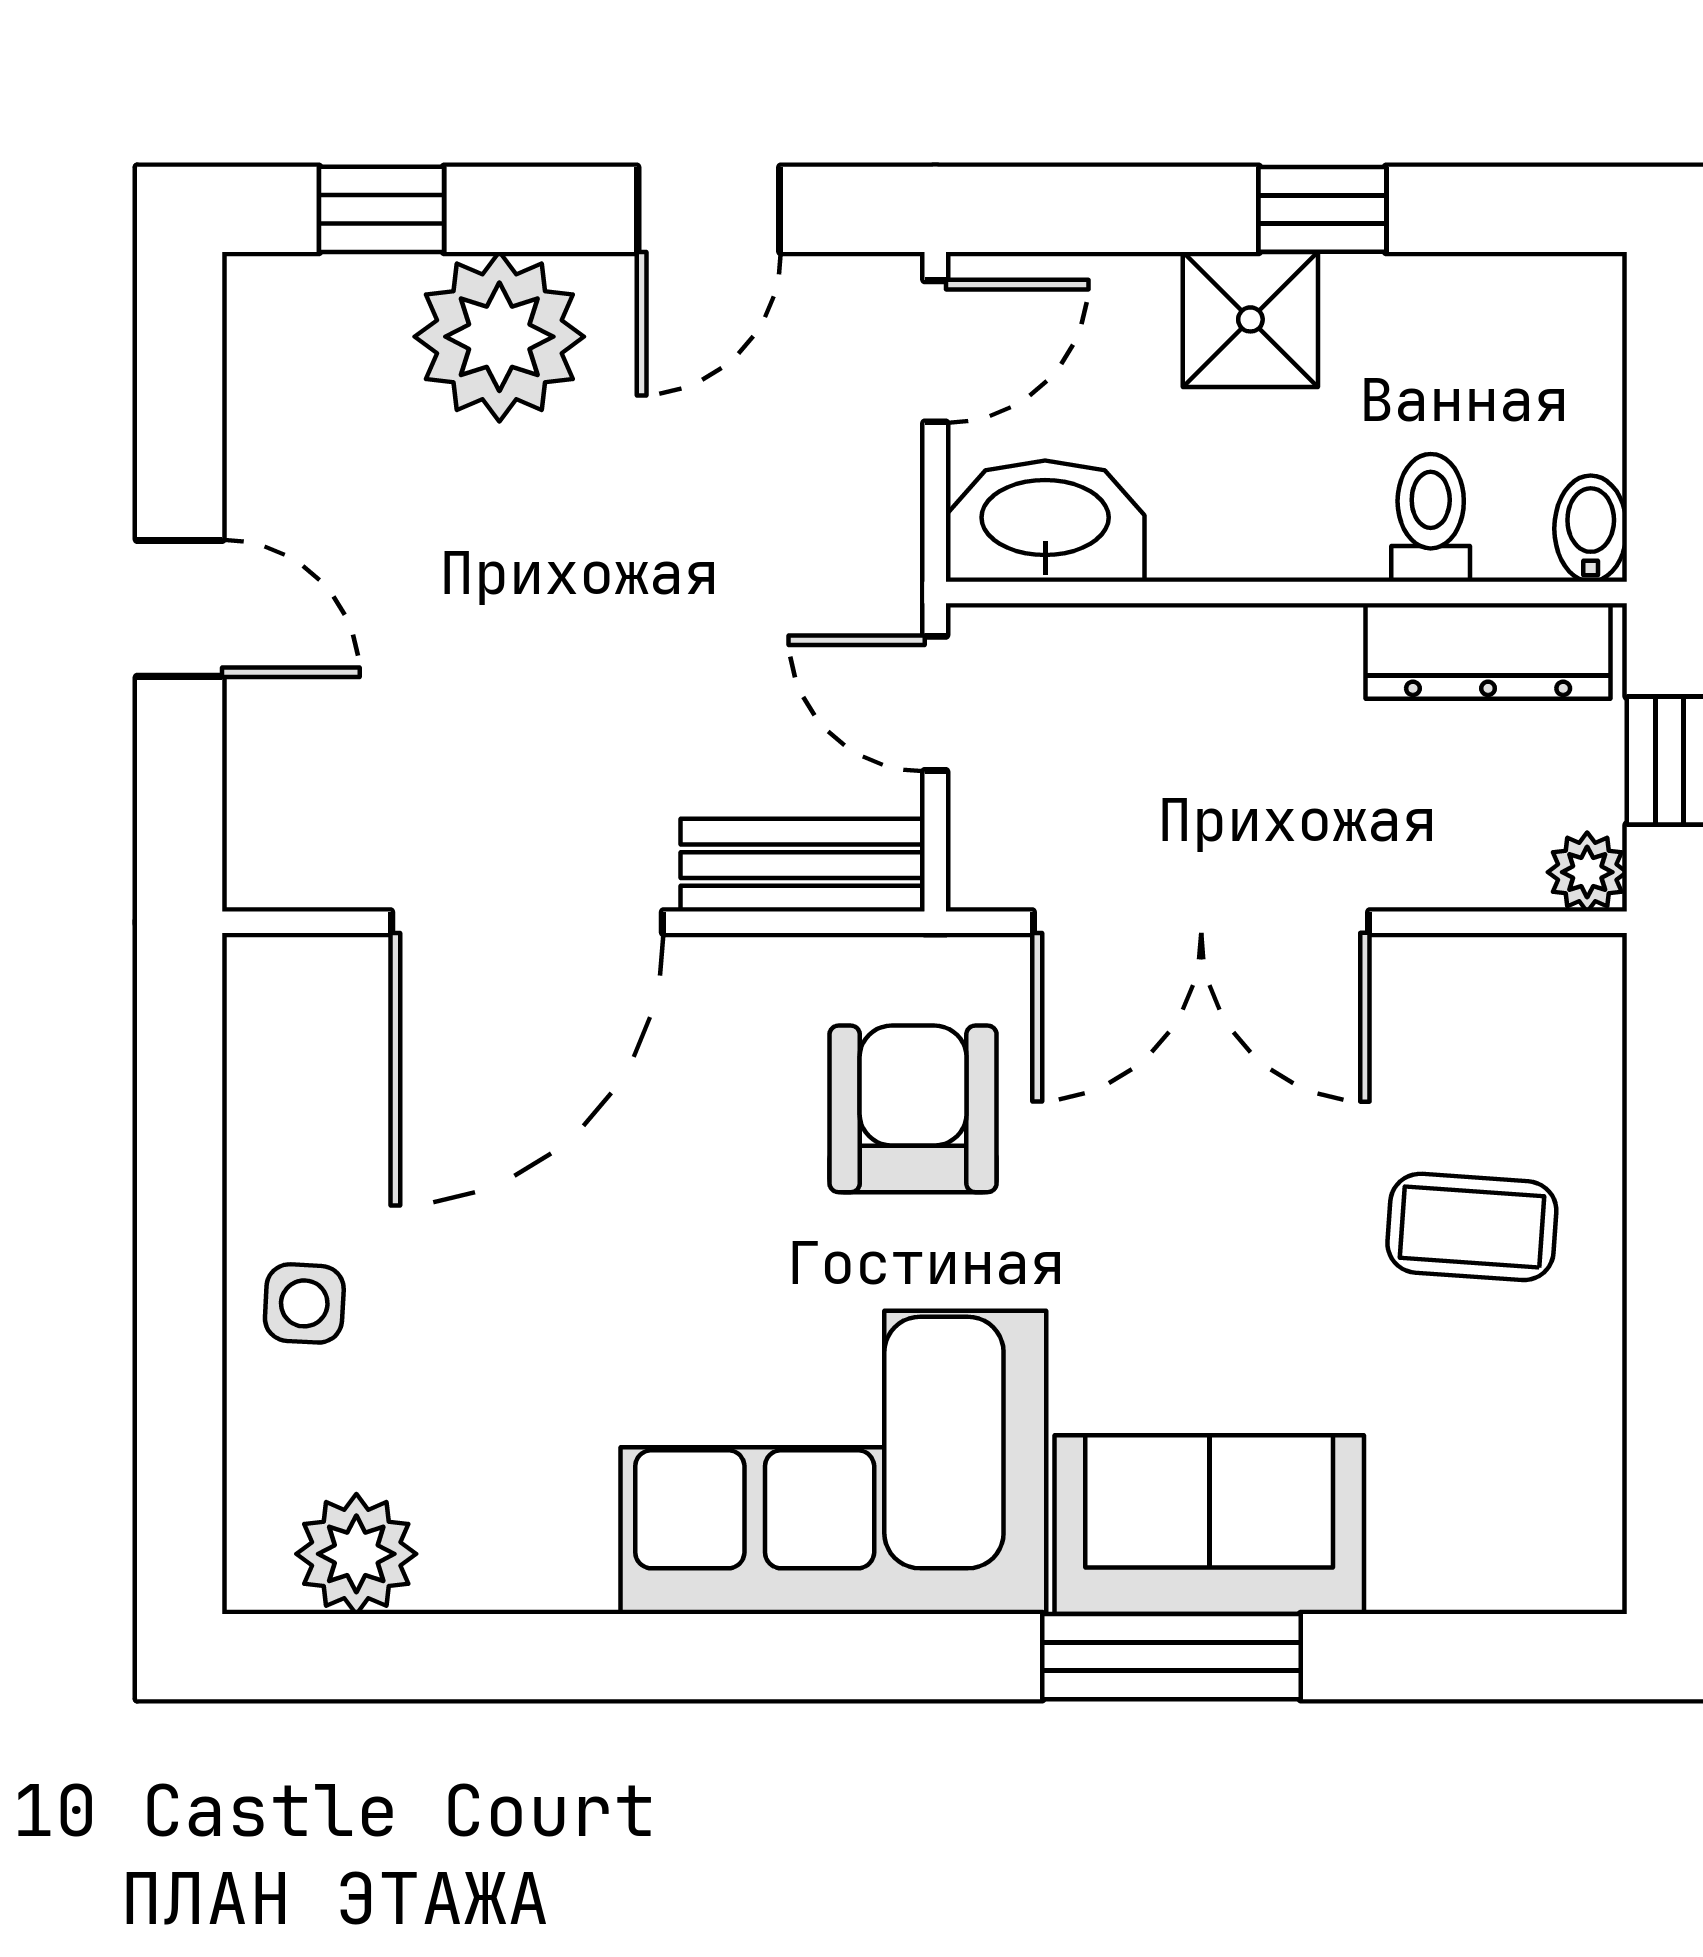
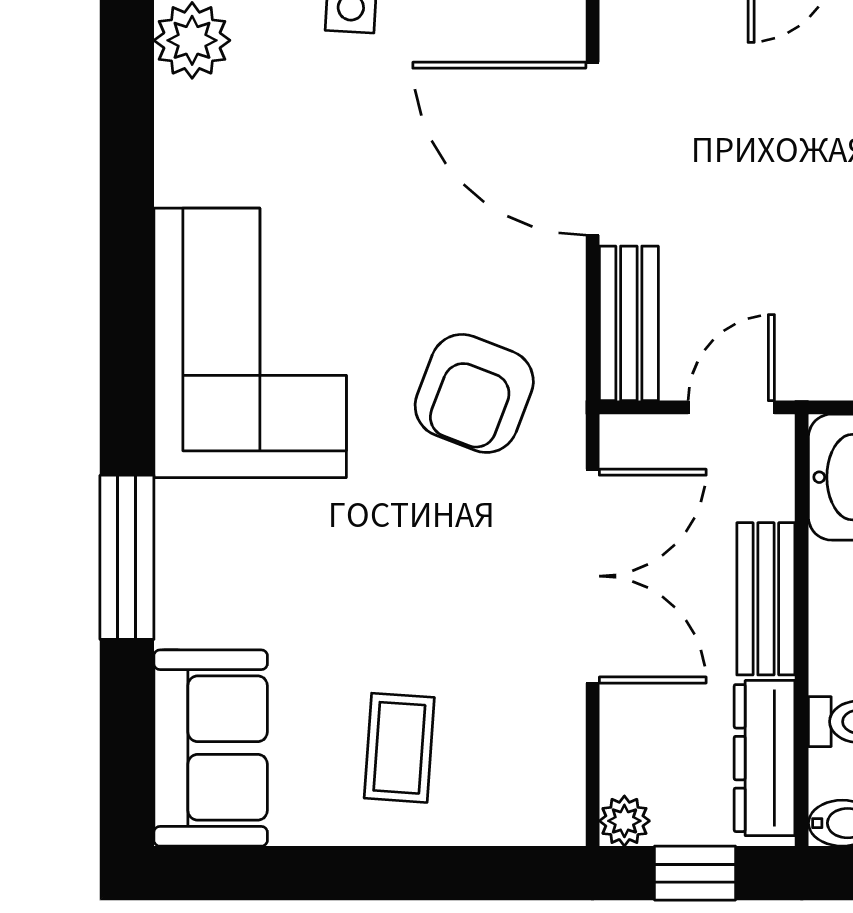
bench: (1237, 649) -> (766, 599), added
double door: (1201, 922) -> (593, 576), swing flipped
armchair: (913, 1109) -> (474, 393), turned 111
sofa: (1209, 1525) -> (211, 748), moved

